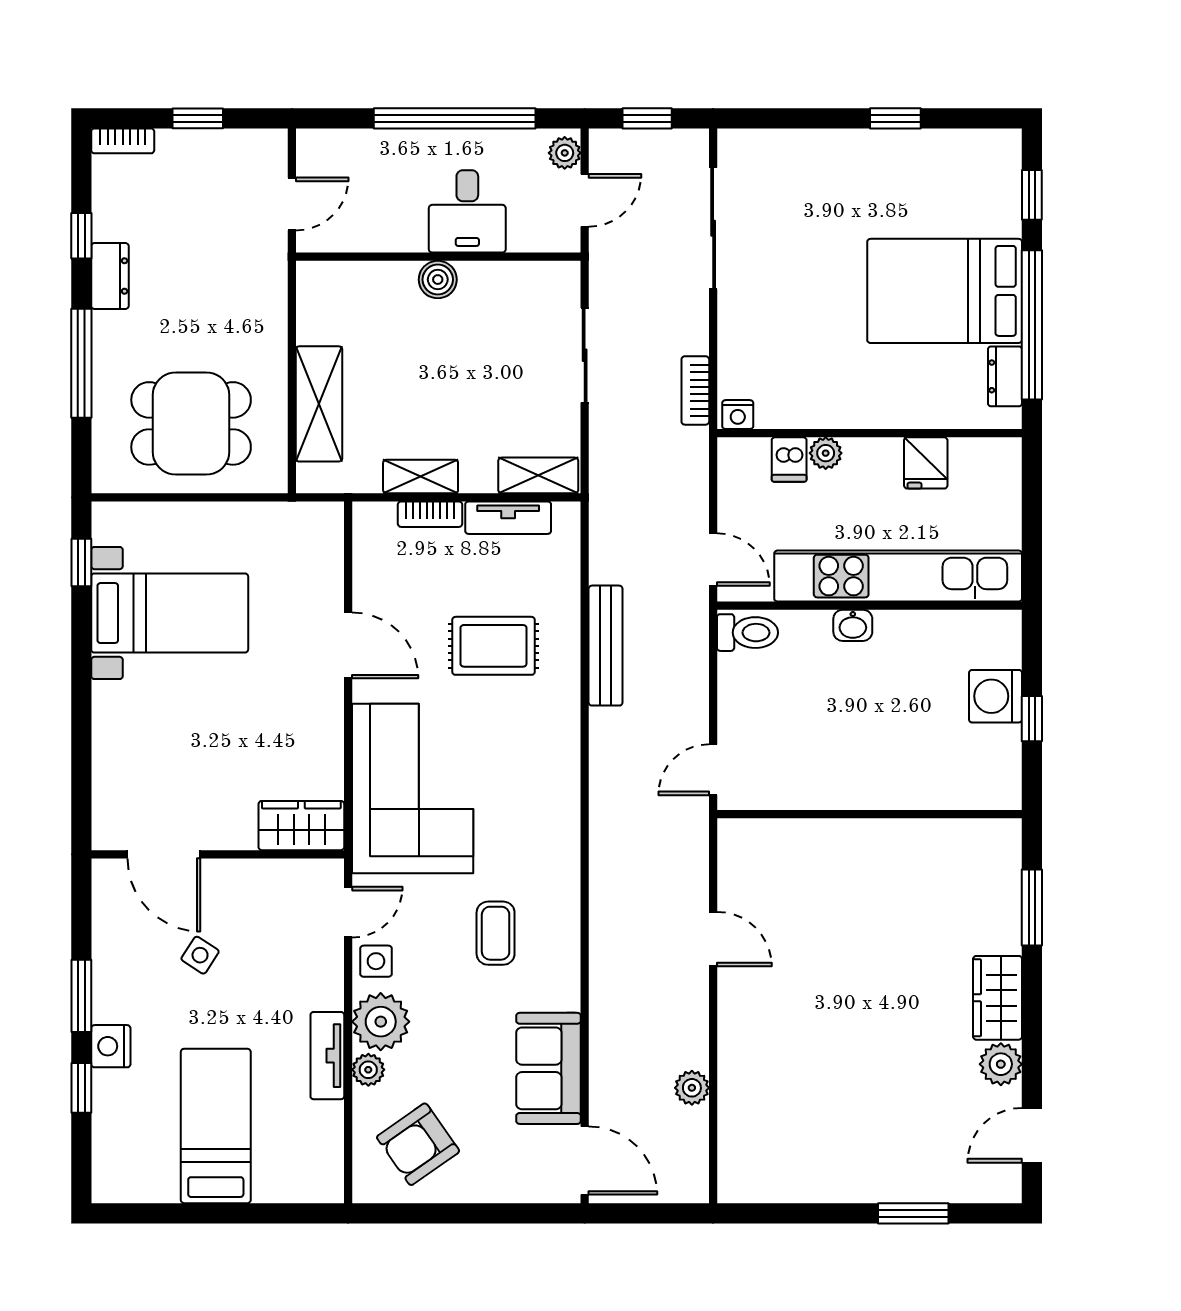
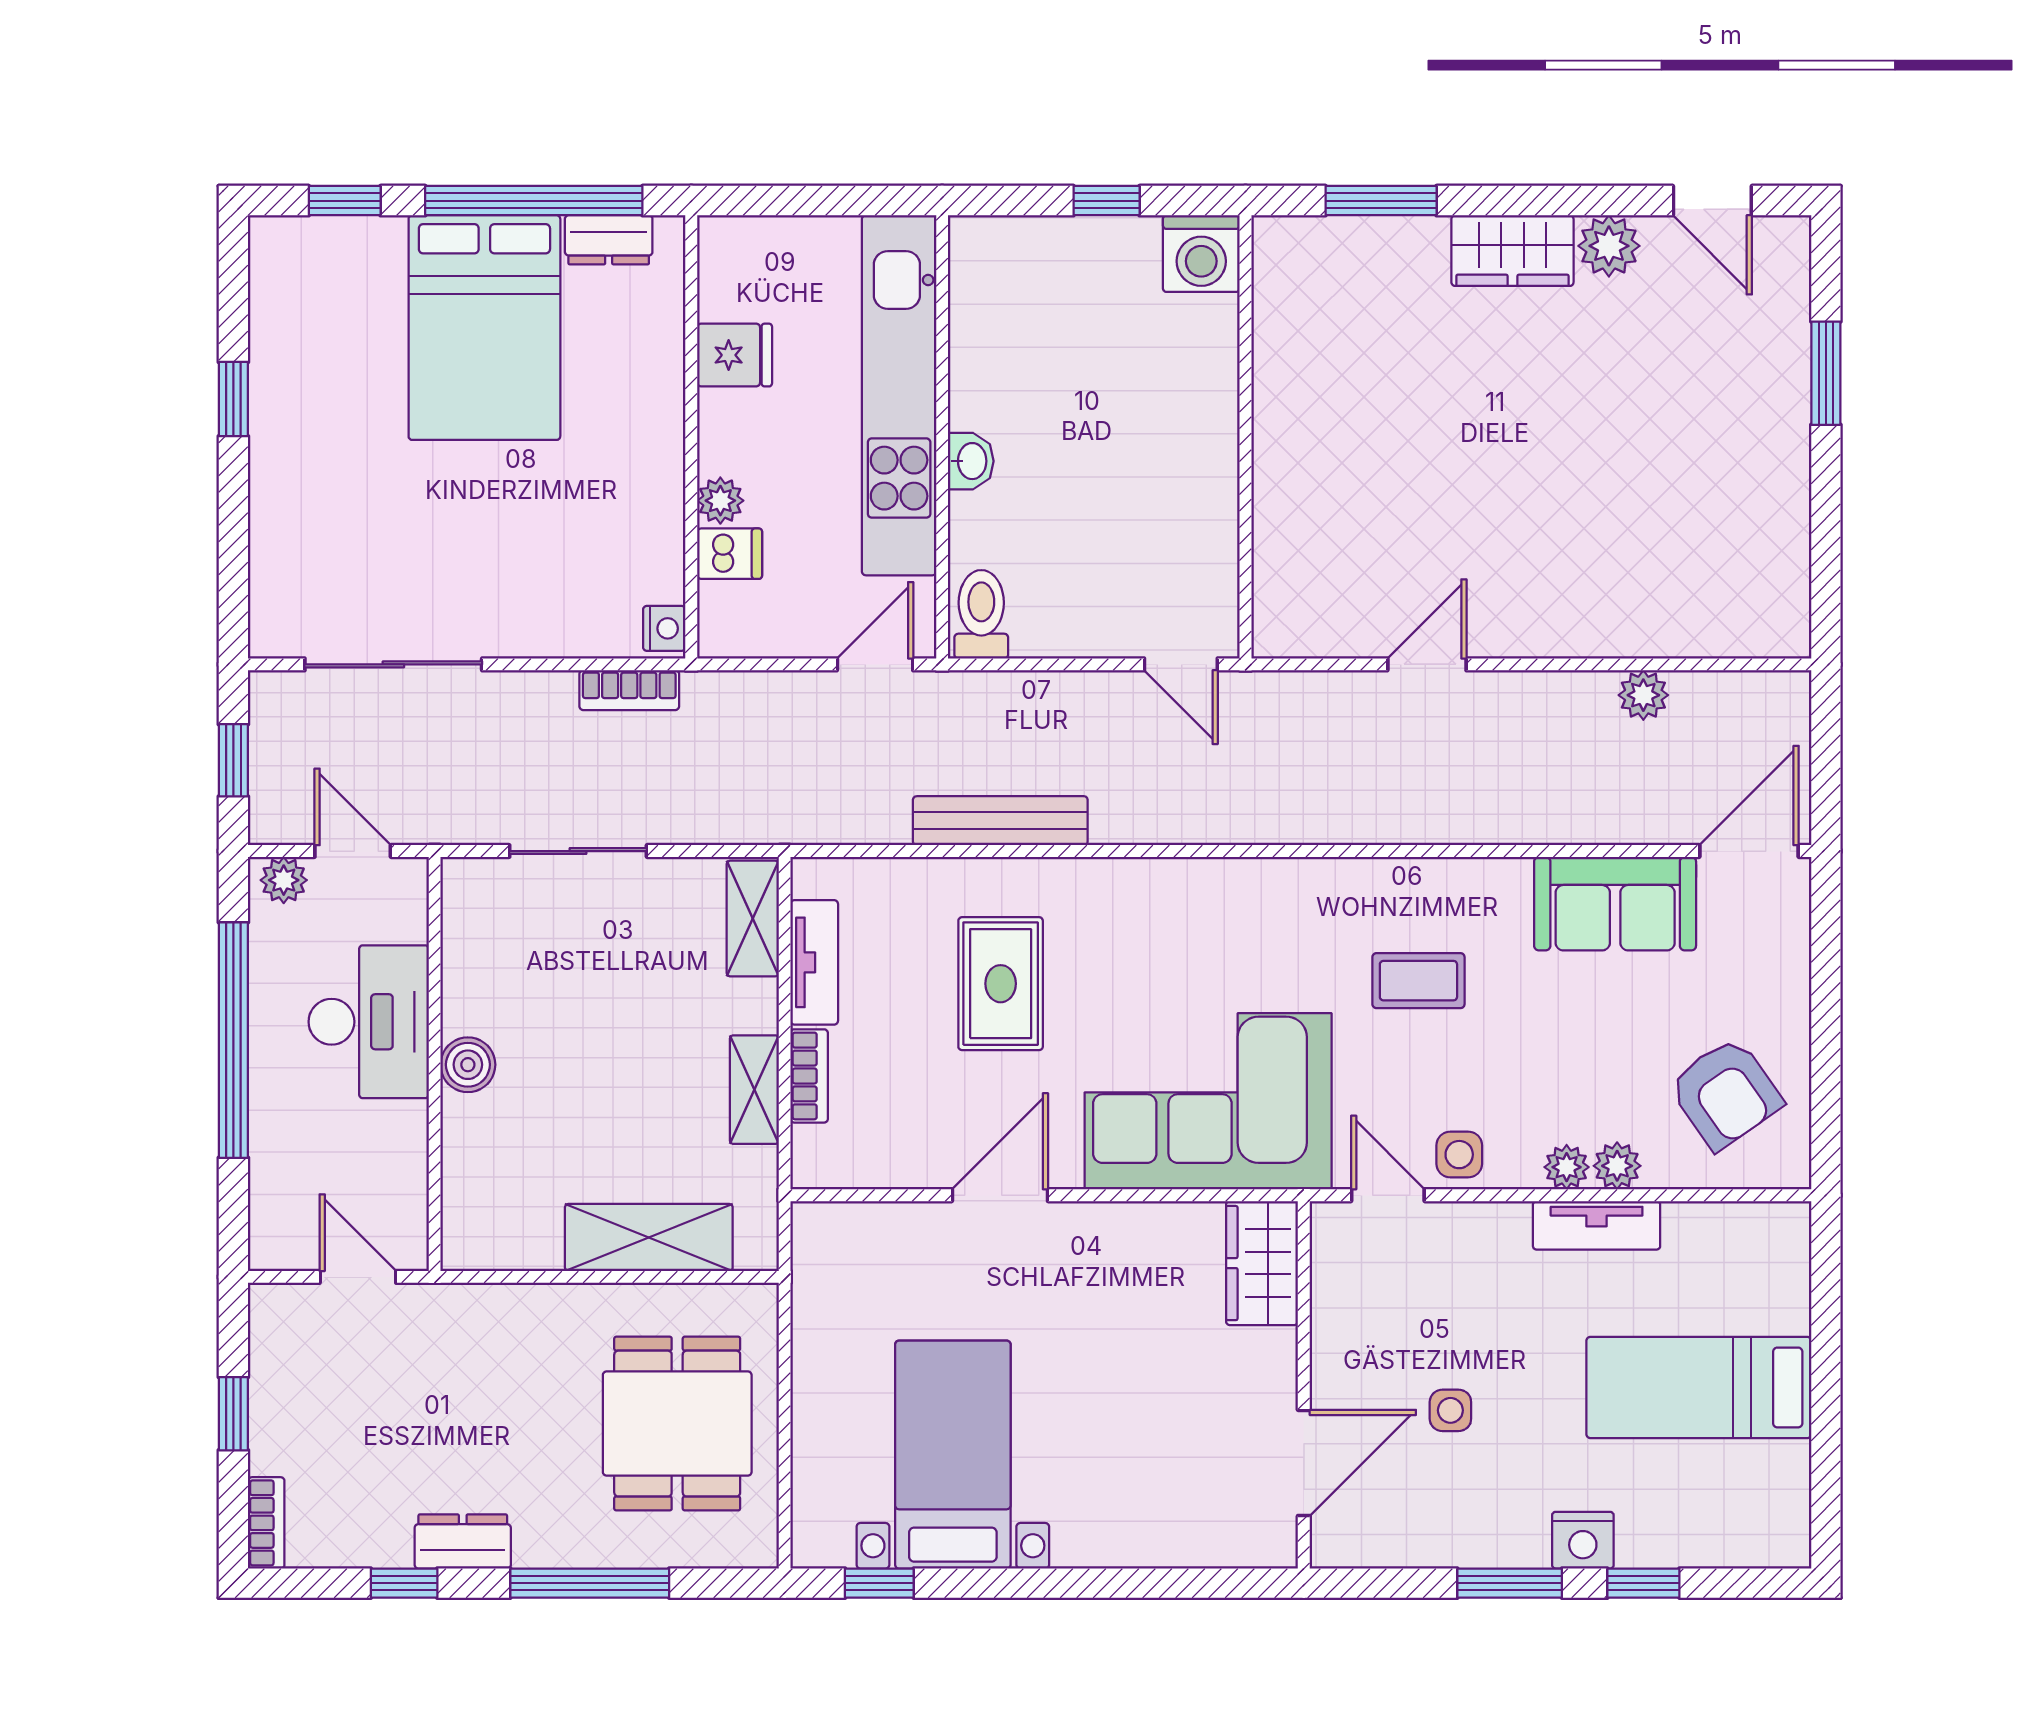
desk: (467, 211) -> (369, 1022), width x1.37
washing machine: (996, 696) -> (1201, 254), moved
side table: (200, 955) -> (1450, 1410), turned -33
plant: (381, 1022) -> (1567, 1167), width x0.53, depth x0.53

